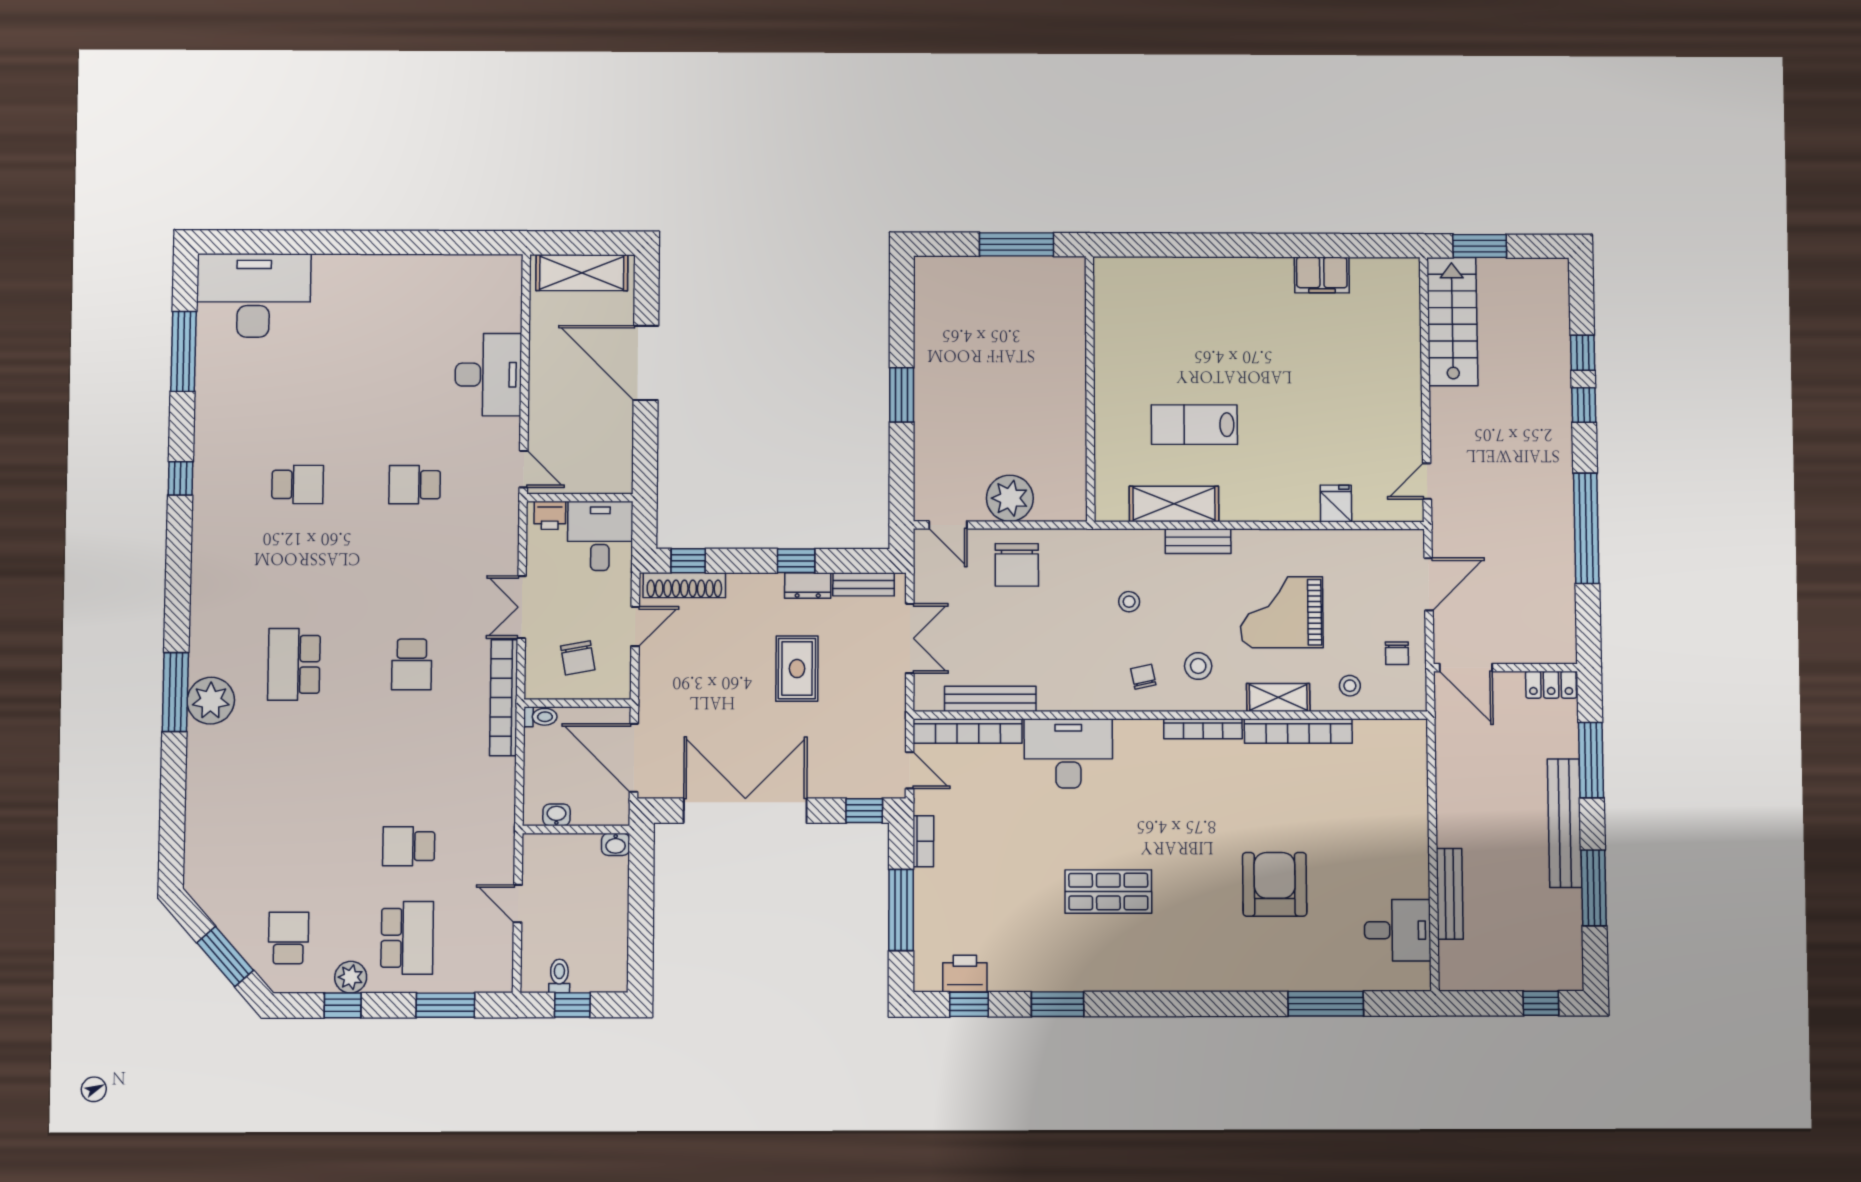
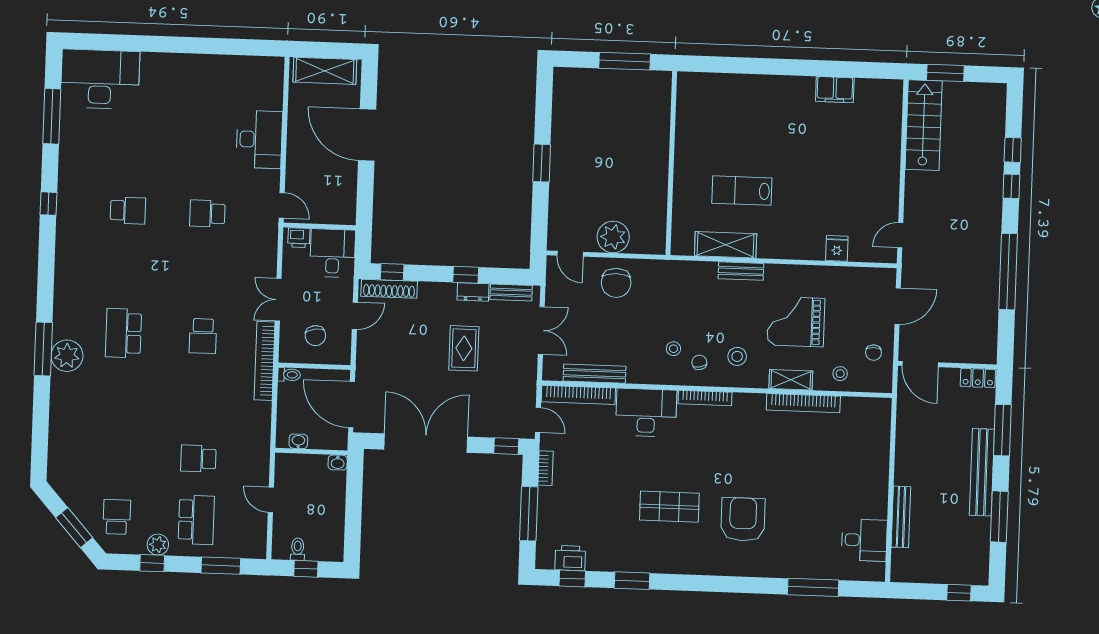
stool: (1129, 602) -> (673, 349), moved
bookcase: (1203, 729) -> (705, 398), moved
armchair: (1275, 884) -> (743, 519), moved

